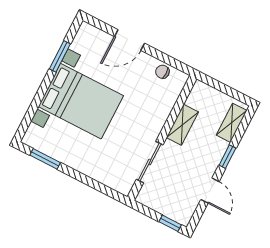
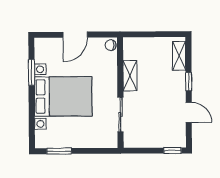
shelving: (182, 125) -> (130, 76), moved
wall: (162, 138) -> (120, 93), moved
sliding door: (150, 162) -> (120, 115), moved

